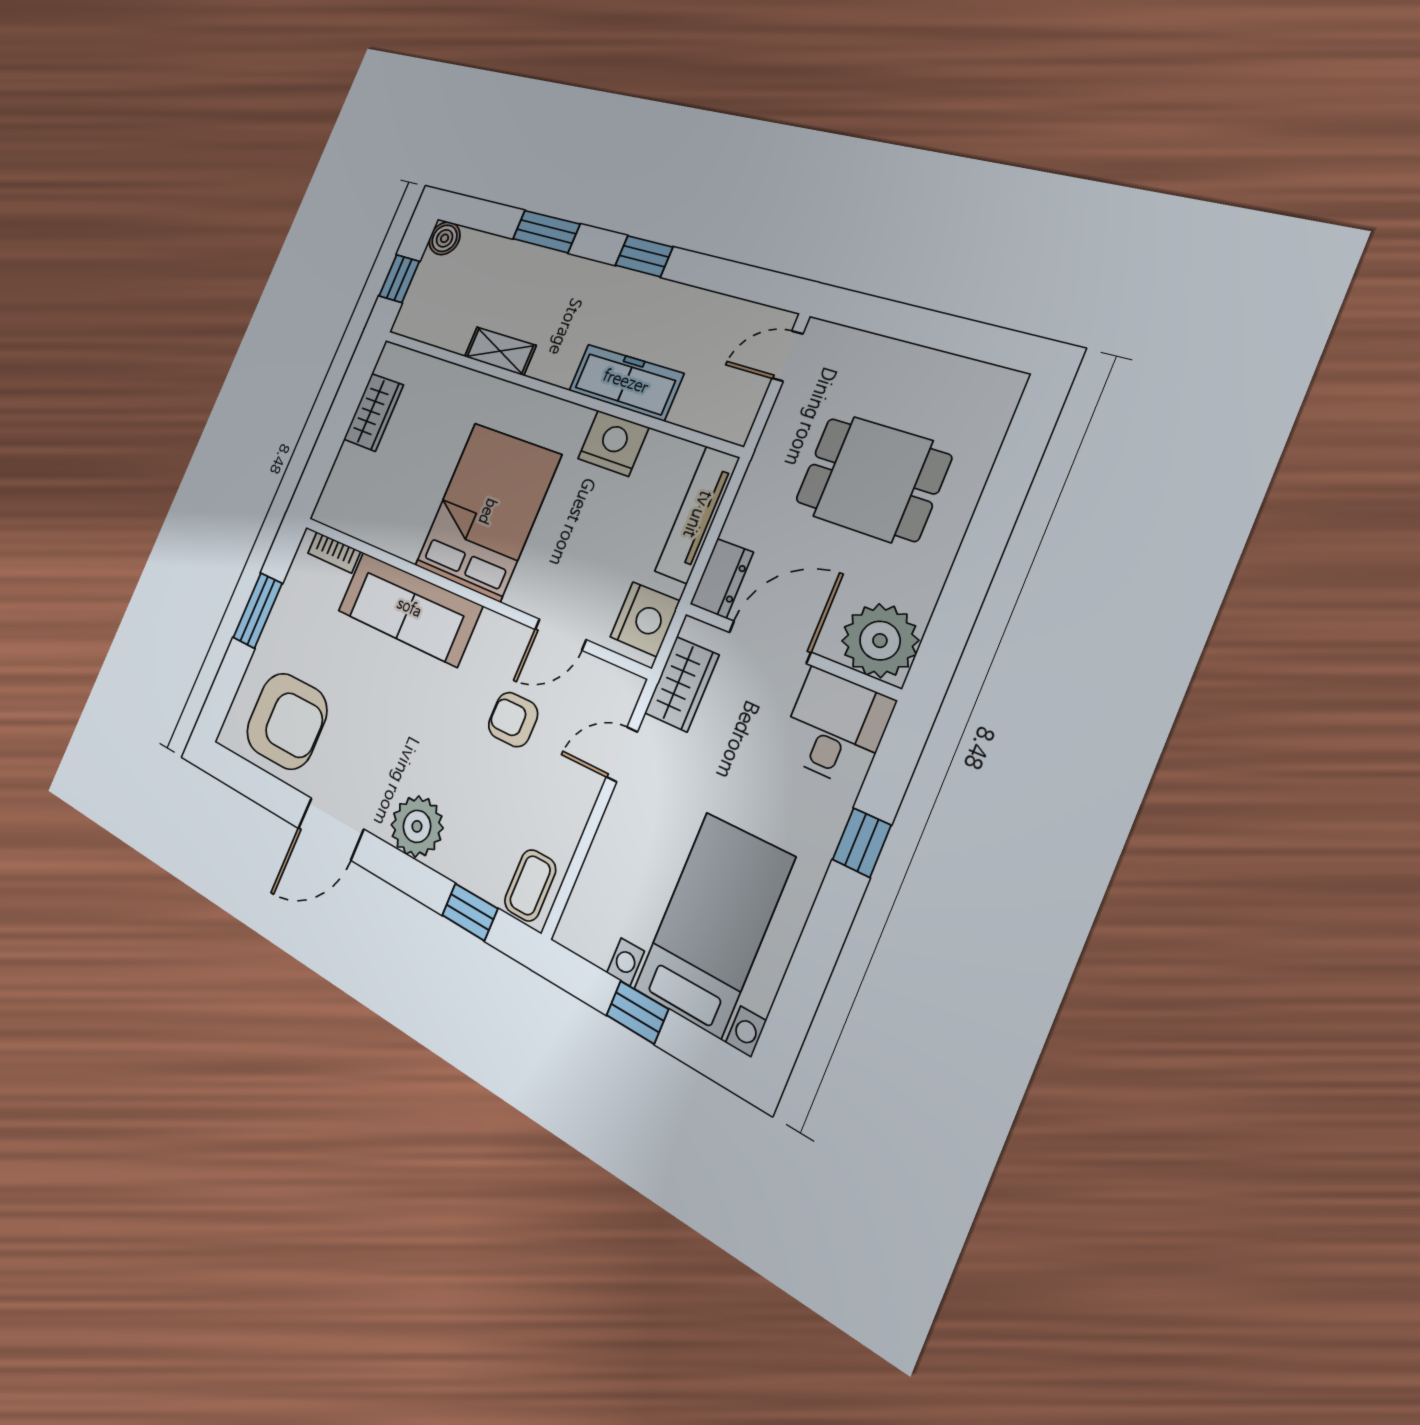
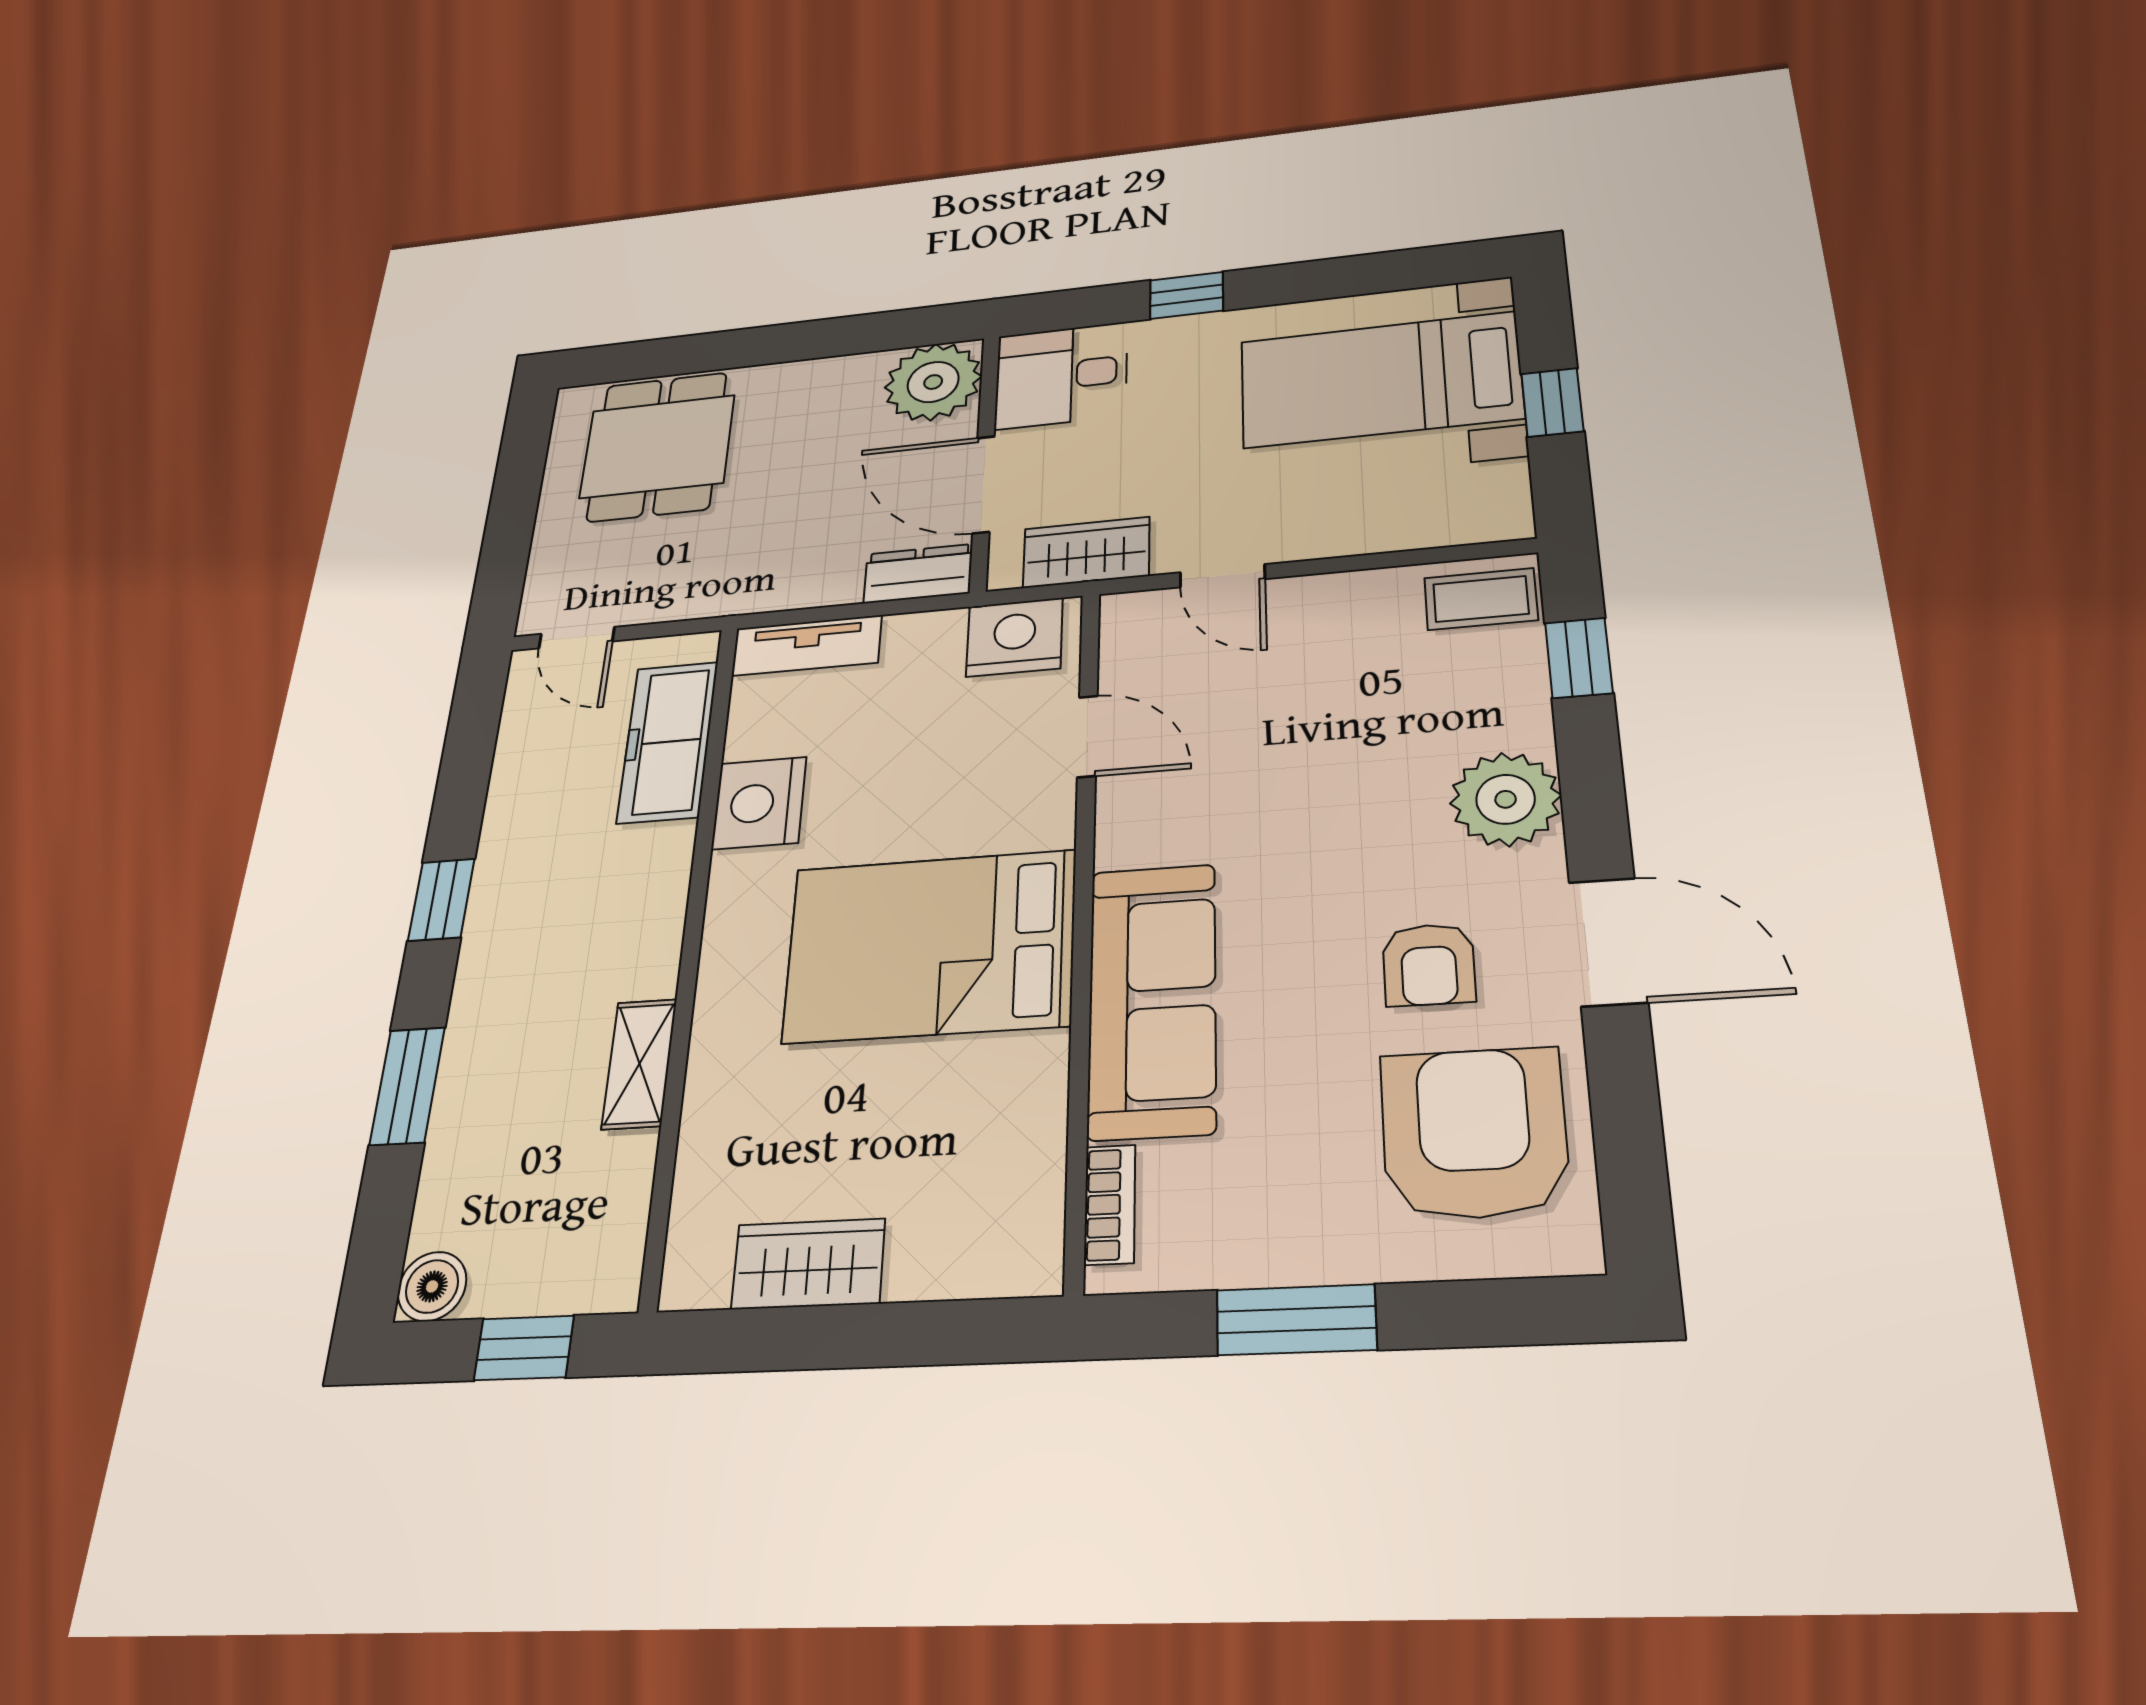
freezer: (625, 382) -> (668, 742), moved
dining table: (872, 479) -> (657, 447), moved
tv unit: (697, 514) -> (807, 646), width x0.71
armchair: (513, 720) -> (1429, 965), moved

